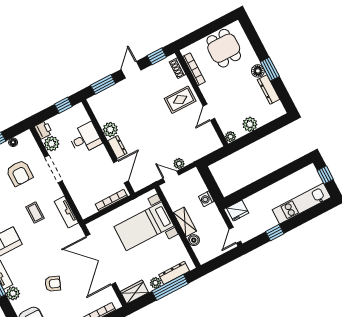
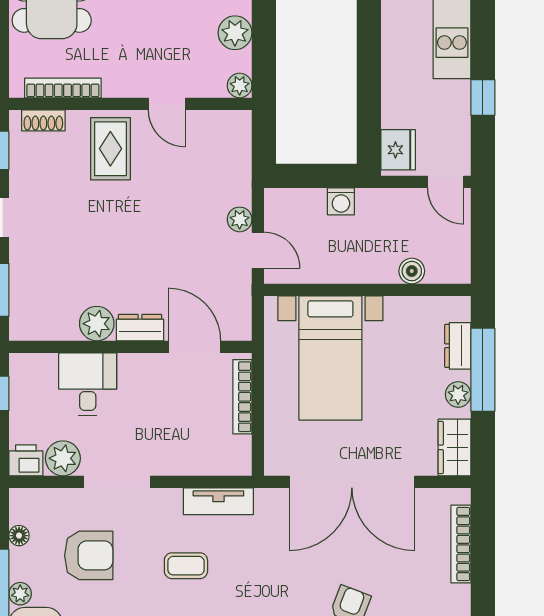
door: (171, 177) -> (258, 250), swing flipped
shelving: (185, 222) -> (365, 270), removed
dresser: (174, 273) -> (458, 346), width x0.70

